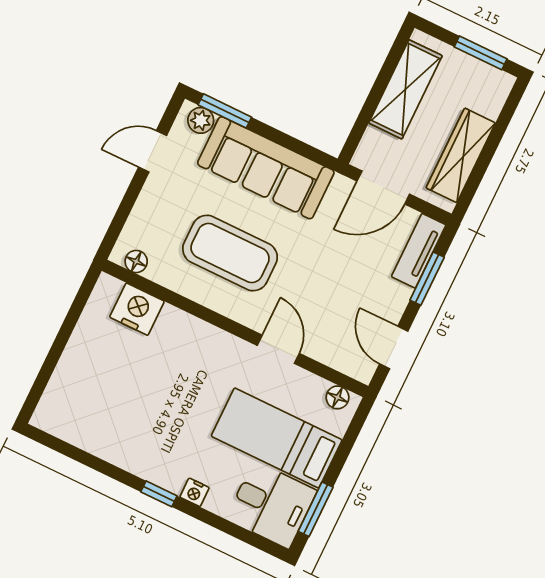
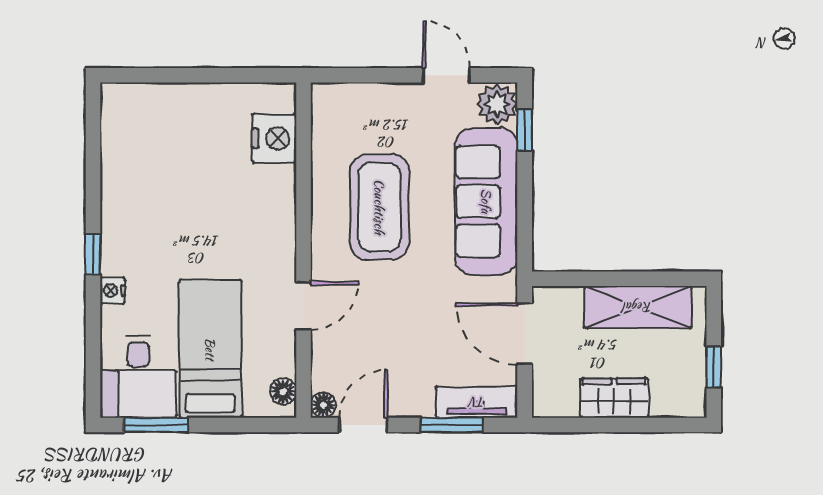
window: (481, 53) -> (714, 367), width x0.67
window: (225, 111) -> (525, 130), width x0.67
plant: (201, 120) -> (497, 104), width x1.38, depth x1.38
wardrobe: (461, 155) -> (614, 398), width x0.67
floor lamp: (136, 261) -> (323, 405), moved

